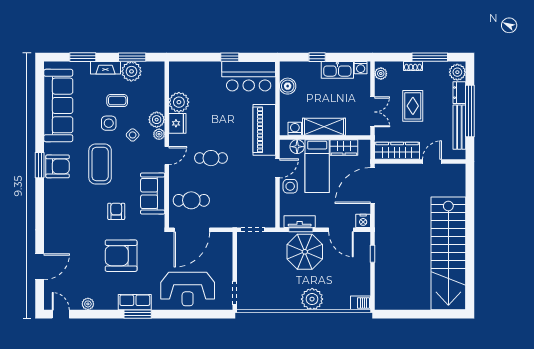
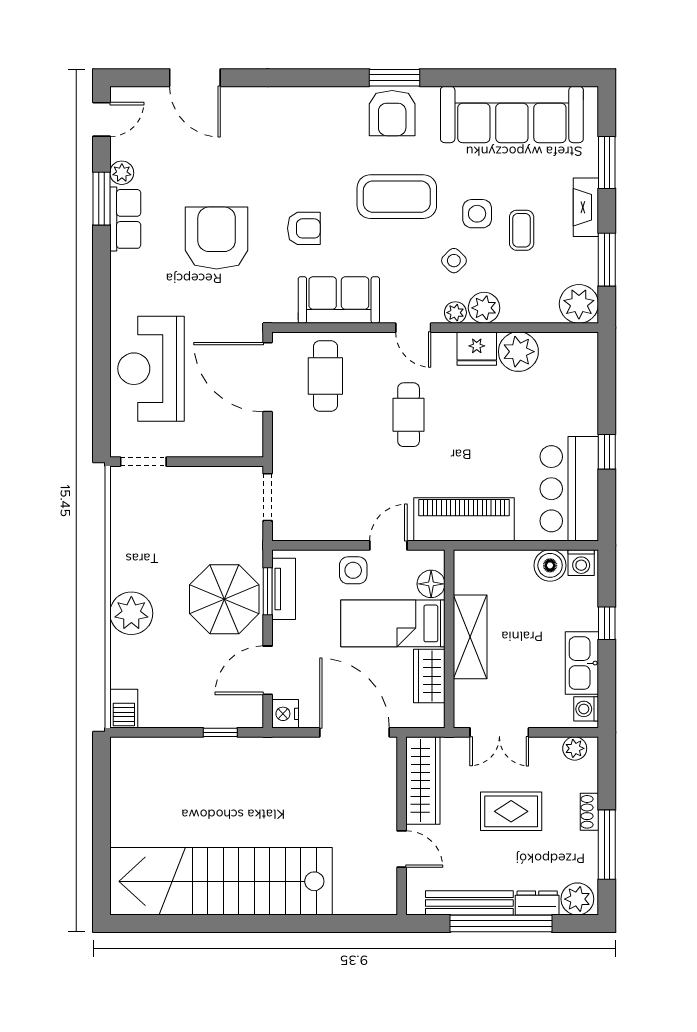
plant: (131, 71) -> (579, 304), moved
washing machine: (295, 129) -> (581, 563), moved, turned 90
door: (277, 168) -> (388, 545), swing flipped
row of seats: (135, 302) -> (125, 219), moved
window: (138, 314) -> (102, 199), moved

